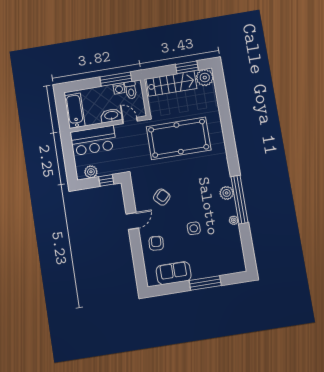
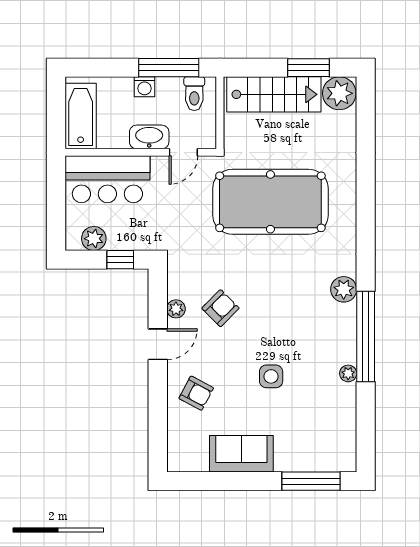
washing machine: (119, 88) -> (145, 87), moved
door: (130, 120) -> (183, 152), swing flipped
plant: (227, 193) -> (344, 289), moved
plant: (139, 201) -> (176, 309), added
armchair: (156, 243) -> (196, 393), turned 113
sofa: (174, 273) -> (241, 454), moved
window: (205, 283) -> (311, 481), moved

